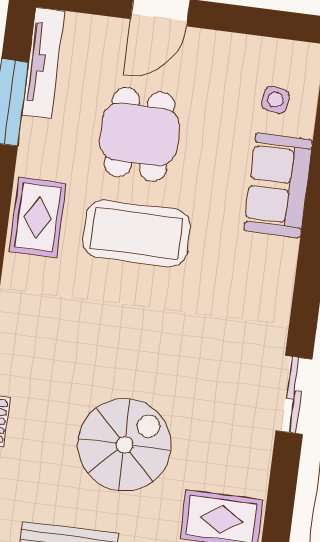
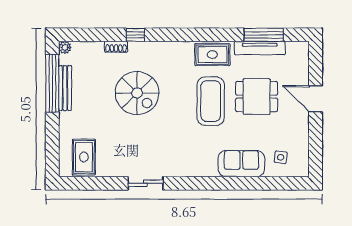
tv unit: (43, 63) -> (260, 48), moved
spiral stairs: (124, 445) -> (137, 93), moved

